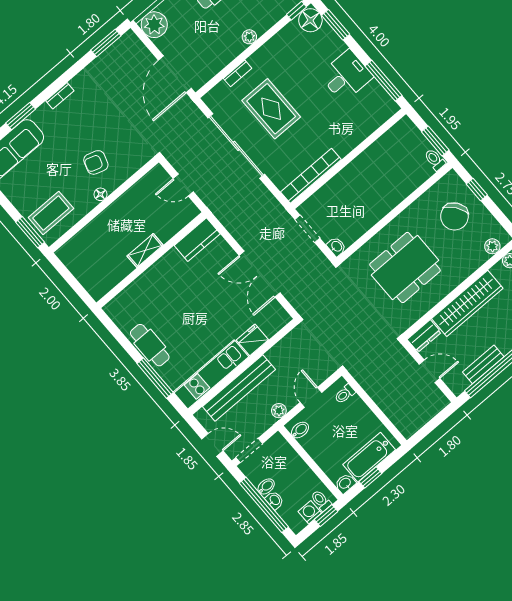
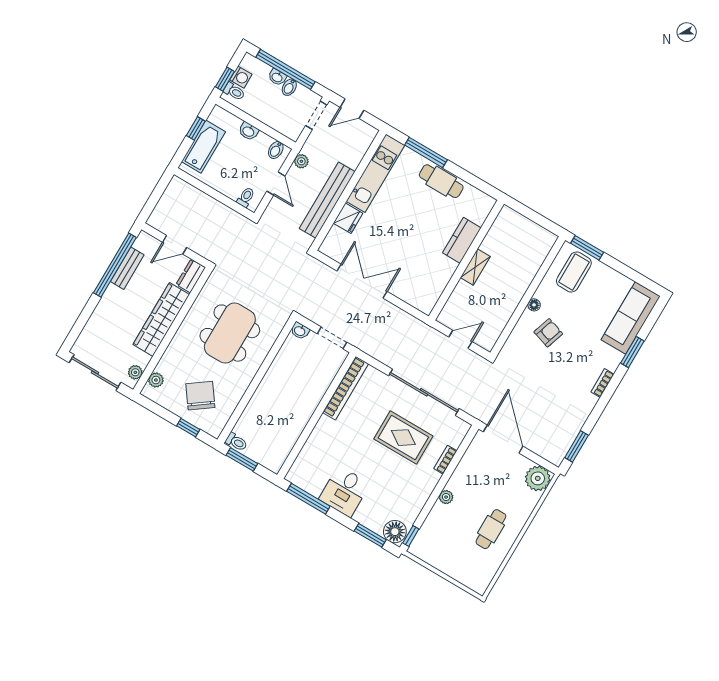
kitchen counter: (197, 240) -> (462, 240), moved
bench: (239, 388) -> (327, 200), moved
washbasin: (345, 484) -> (249, 131), moved, turned 90

